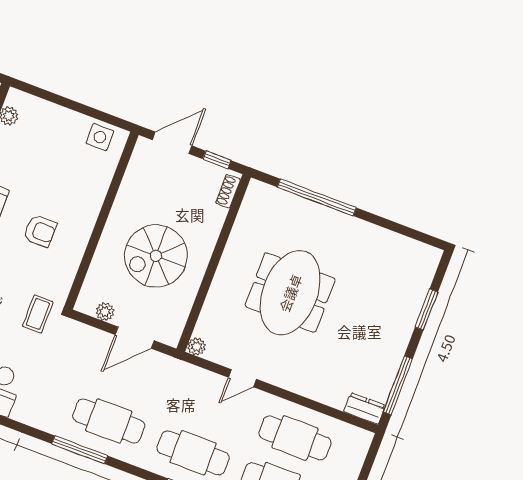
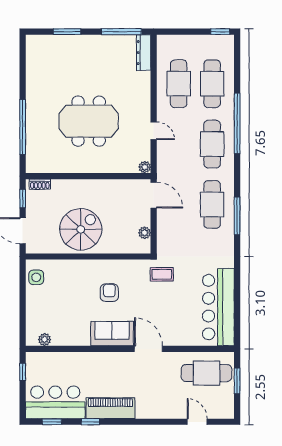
spiral stairs: (156, 256) -> (81, 229), moved, turned -90
door: (135, 338) -> (154, 195), moved
dresser: (364, 408) -> (144, 53), width x1.44

